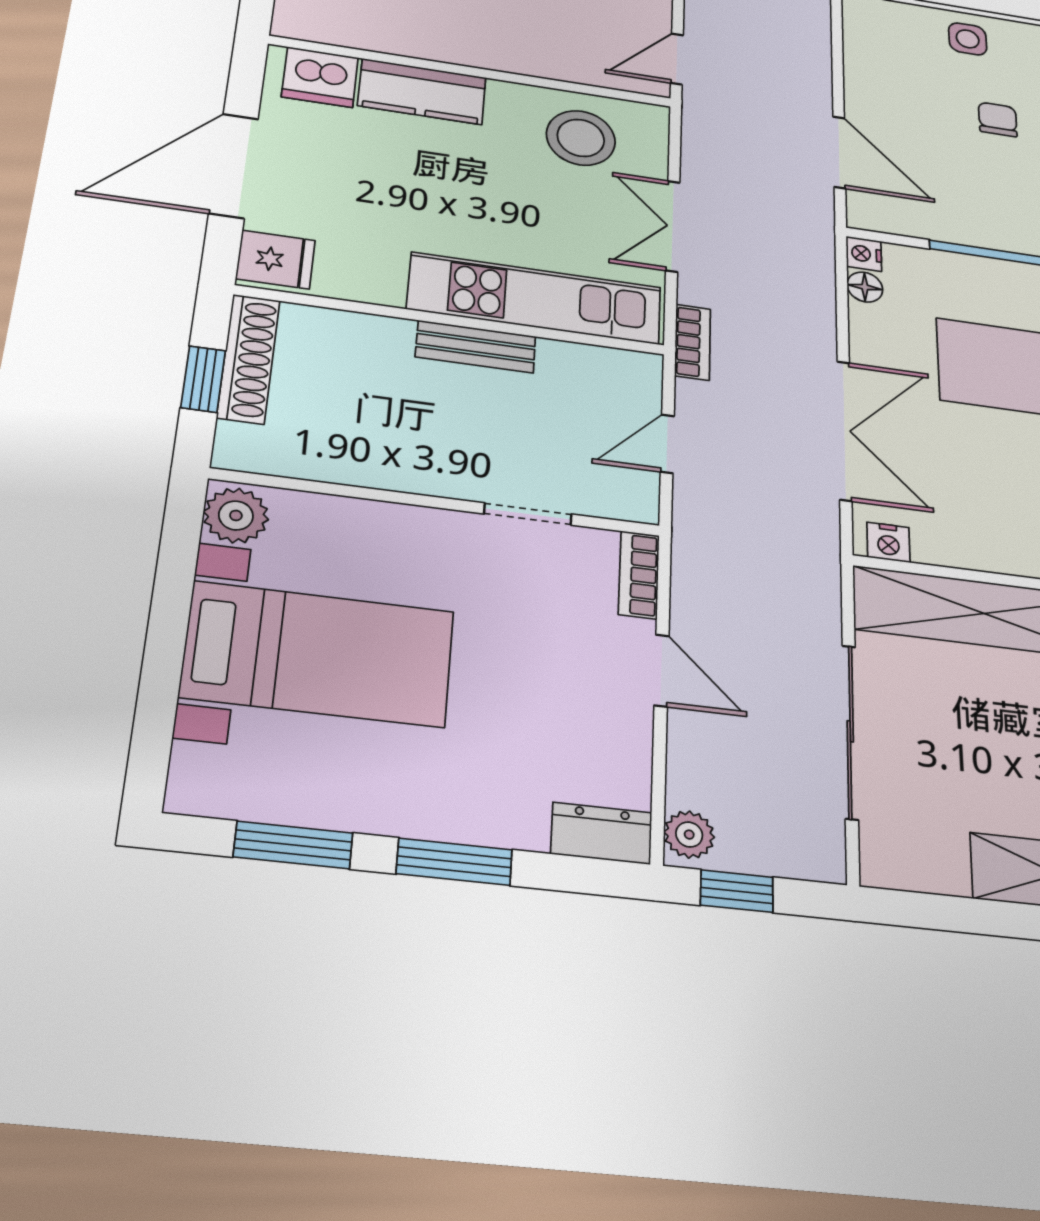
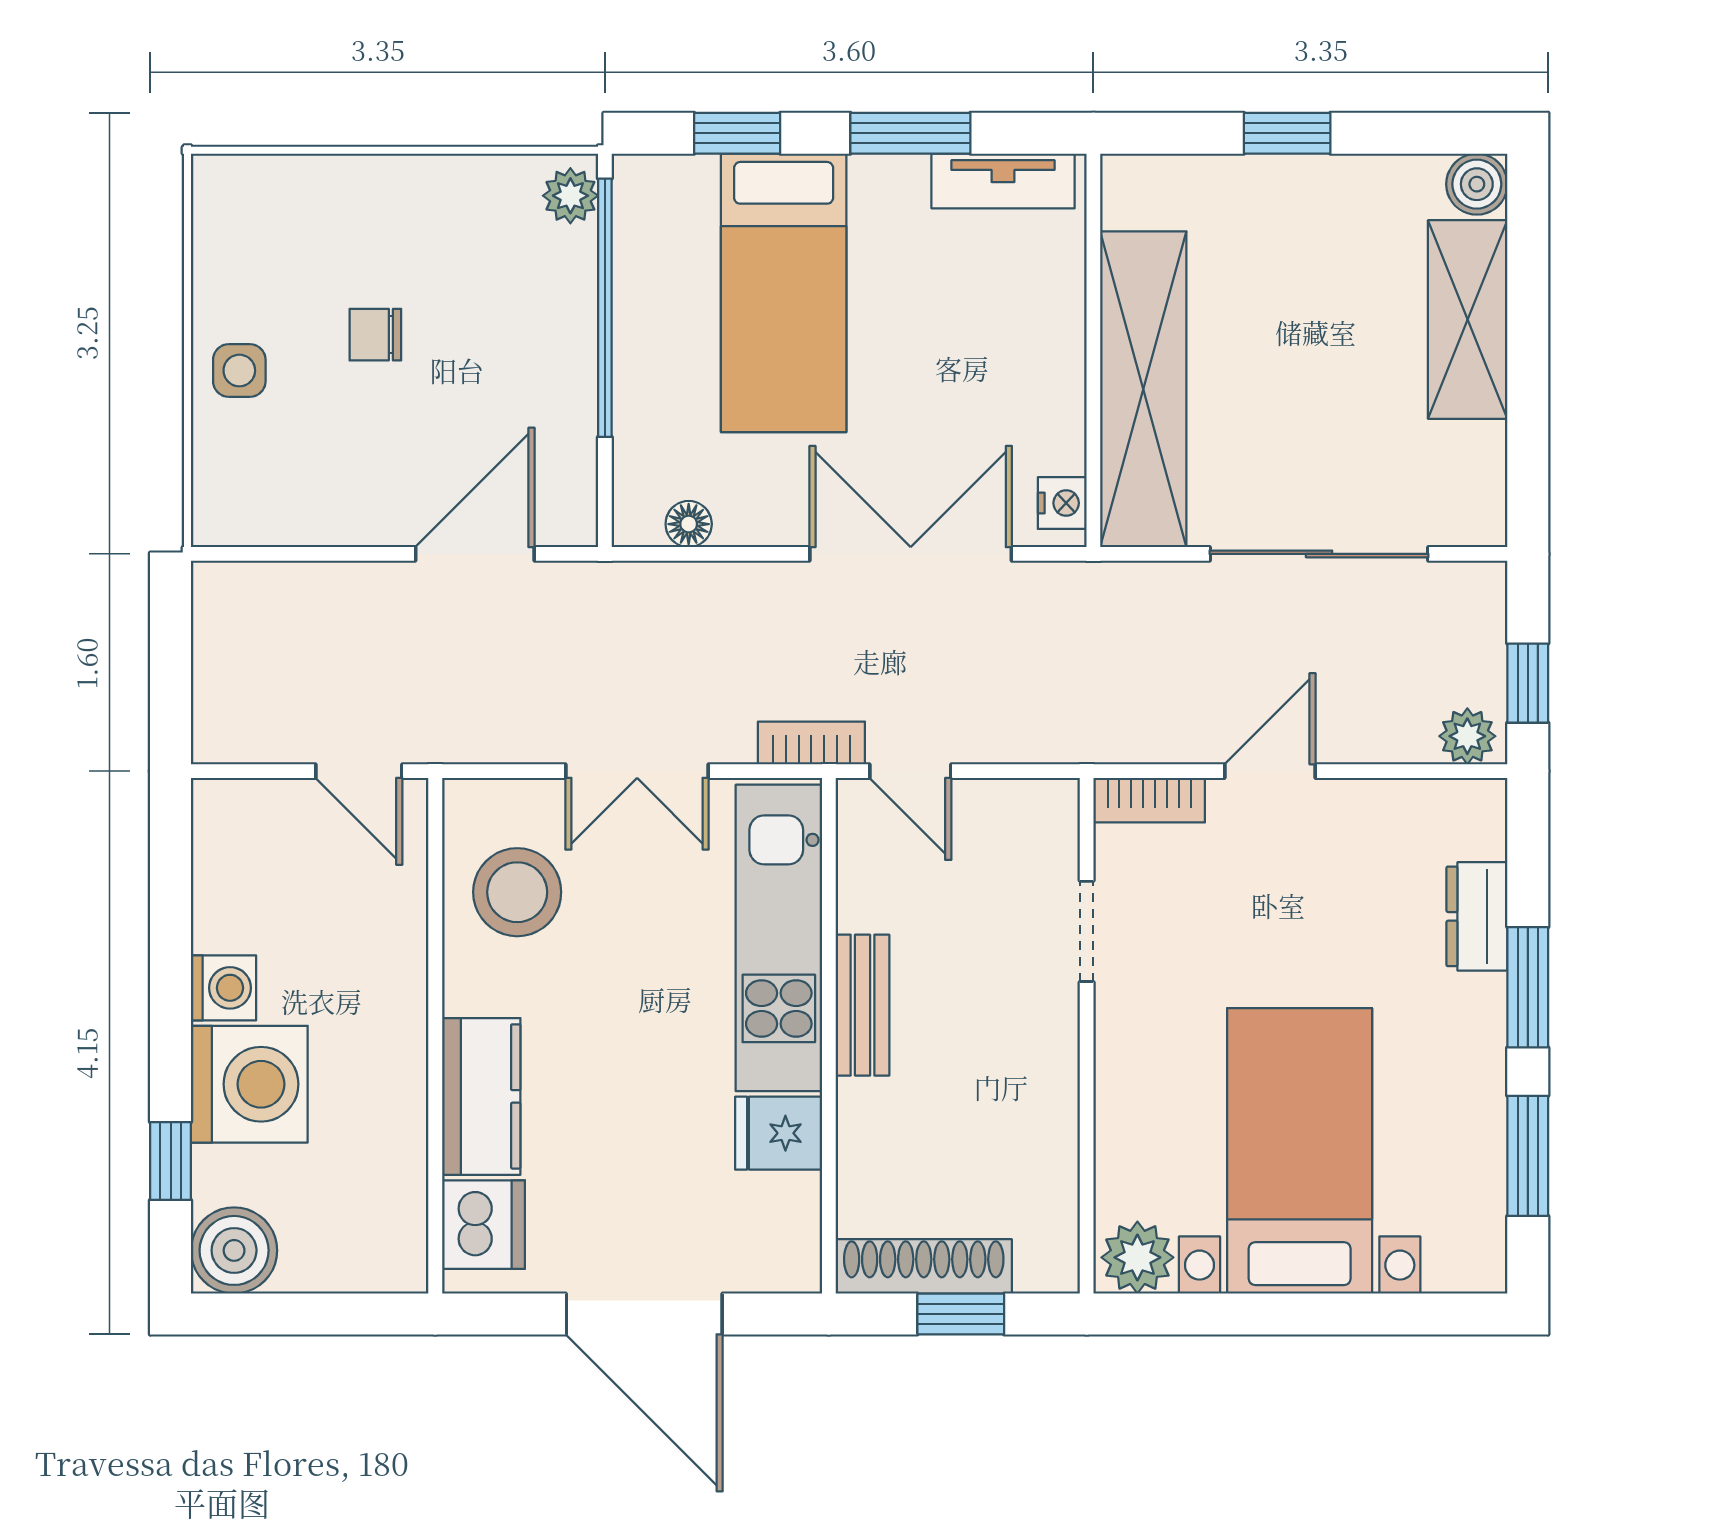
nightstand: (864, 254) -> (636, 524), removed
fridge: (276, 260) -> (779, 1133), moved, turned -90
door: (667, 444) -> (910, 771), moved
dresser: (601, 833) -> (1477, 916), moved

